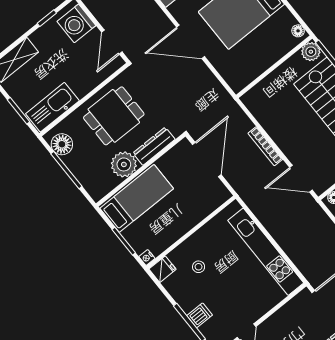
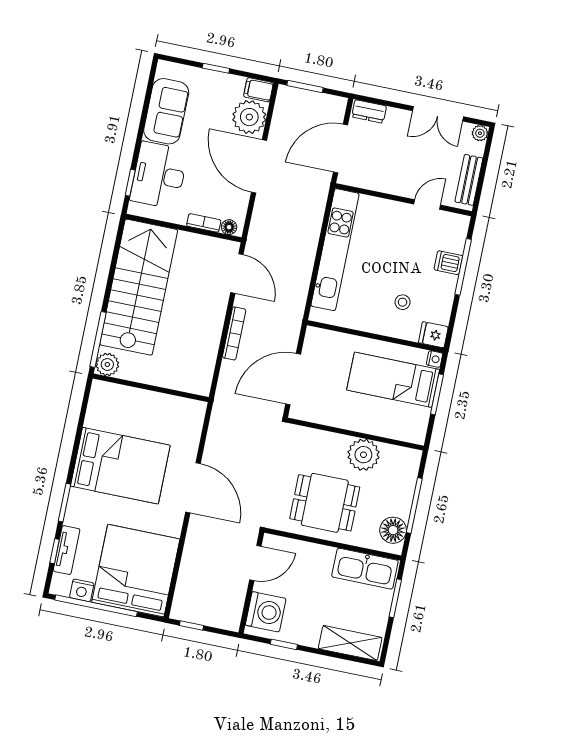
floor lamp: (298, 31) -> (97, 393), removed
dresser: (154, 146) -> (322, 440), removed
bed: (137, 198) -> (393, 380), moved

